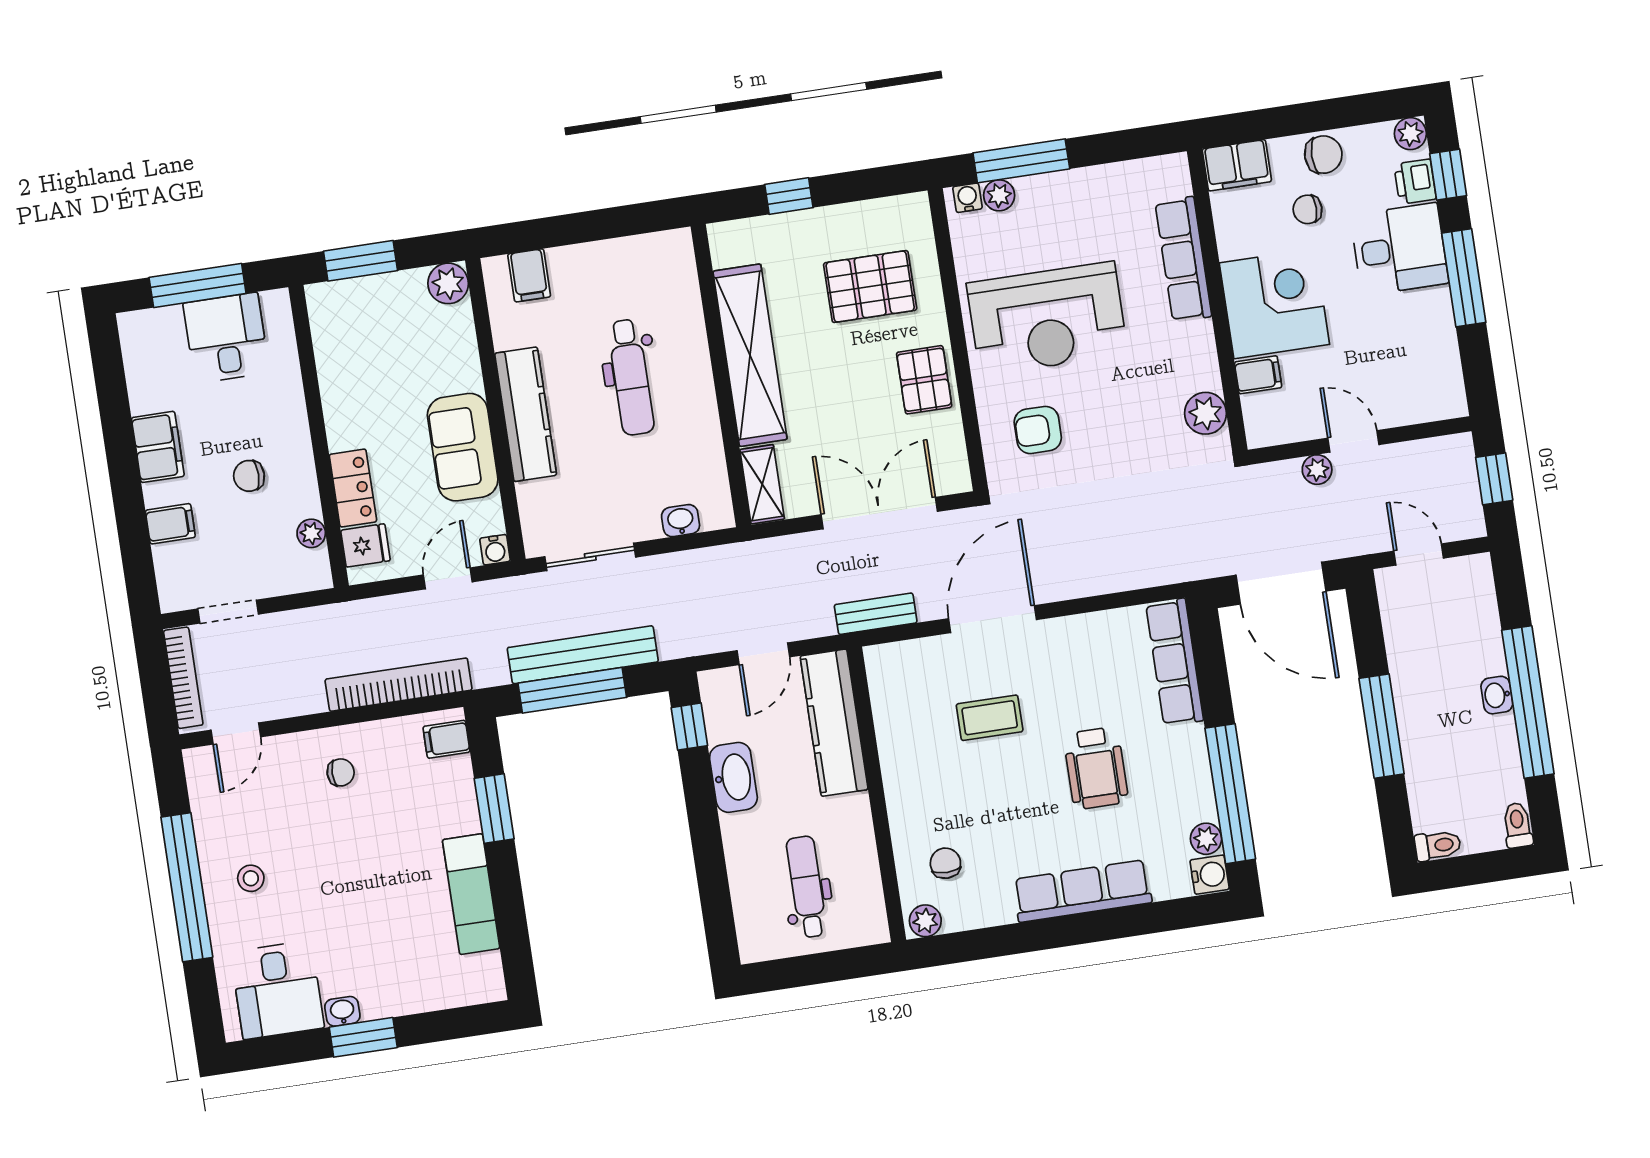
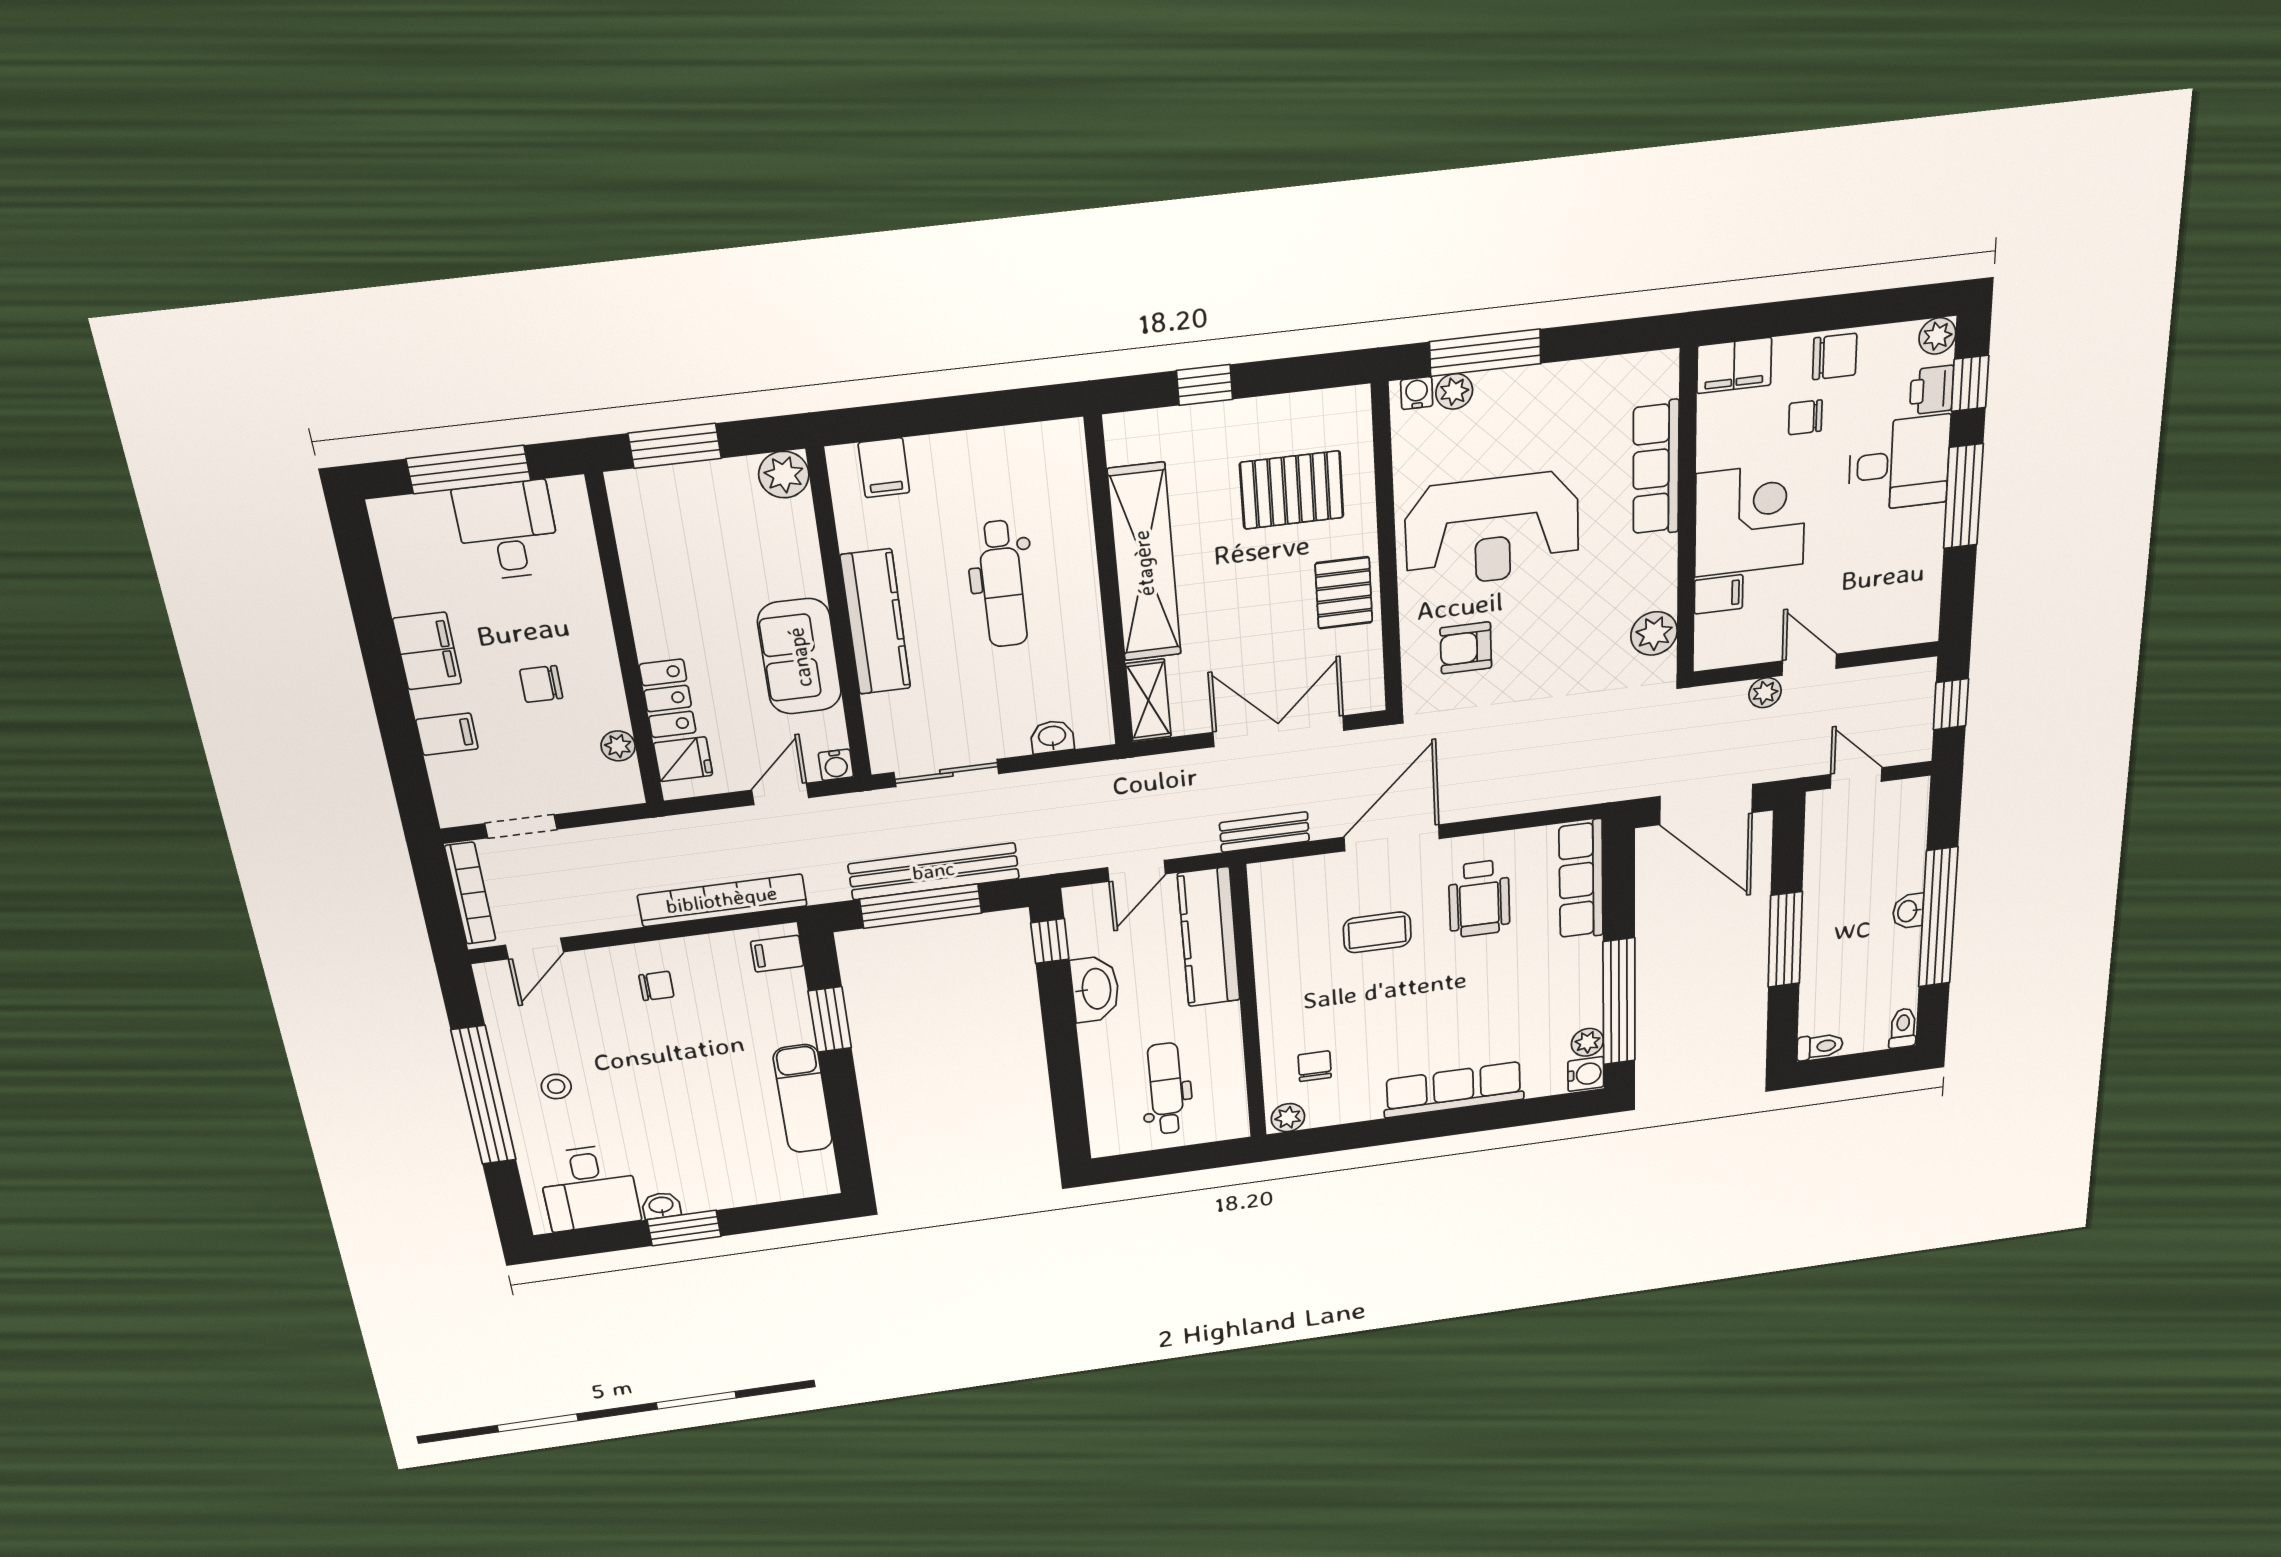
wheelchair: (1096, 768) -> (1479, 899), moved

